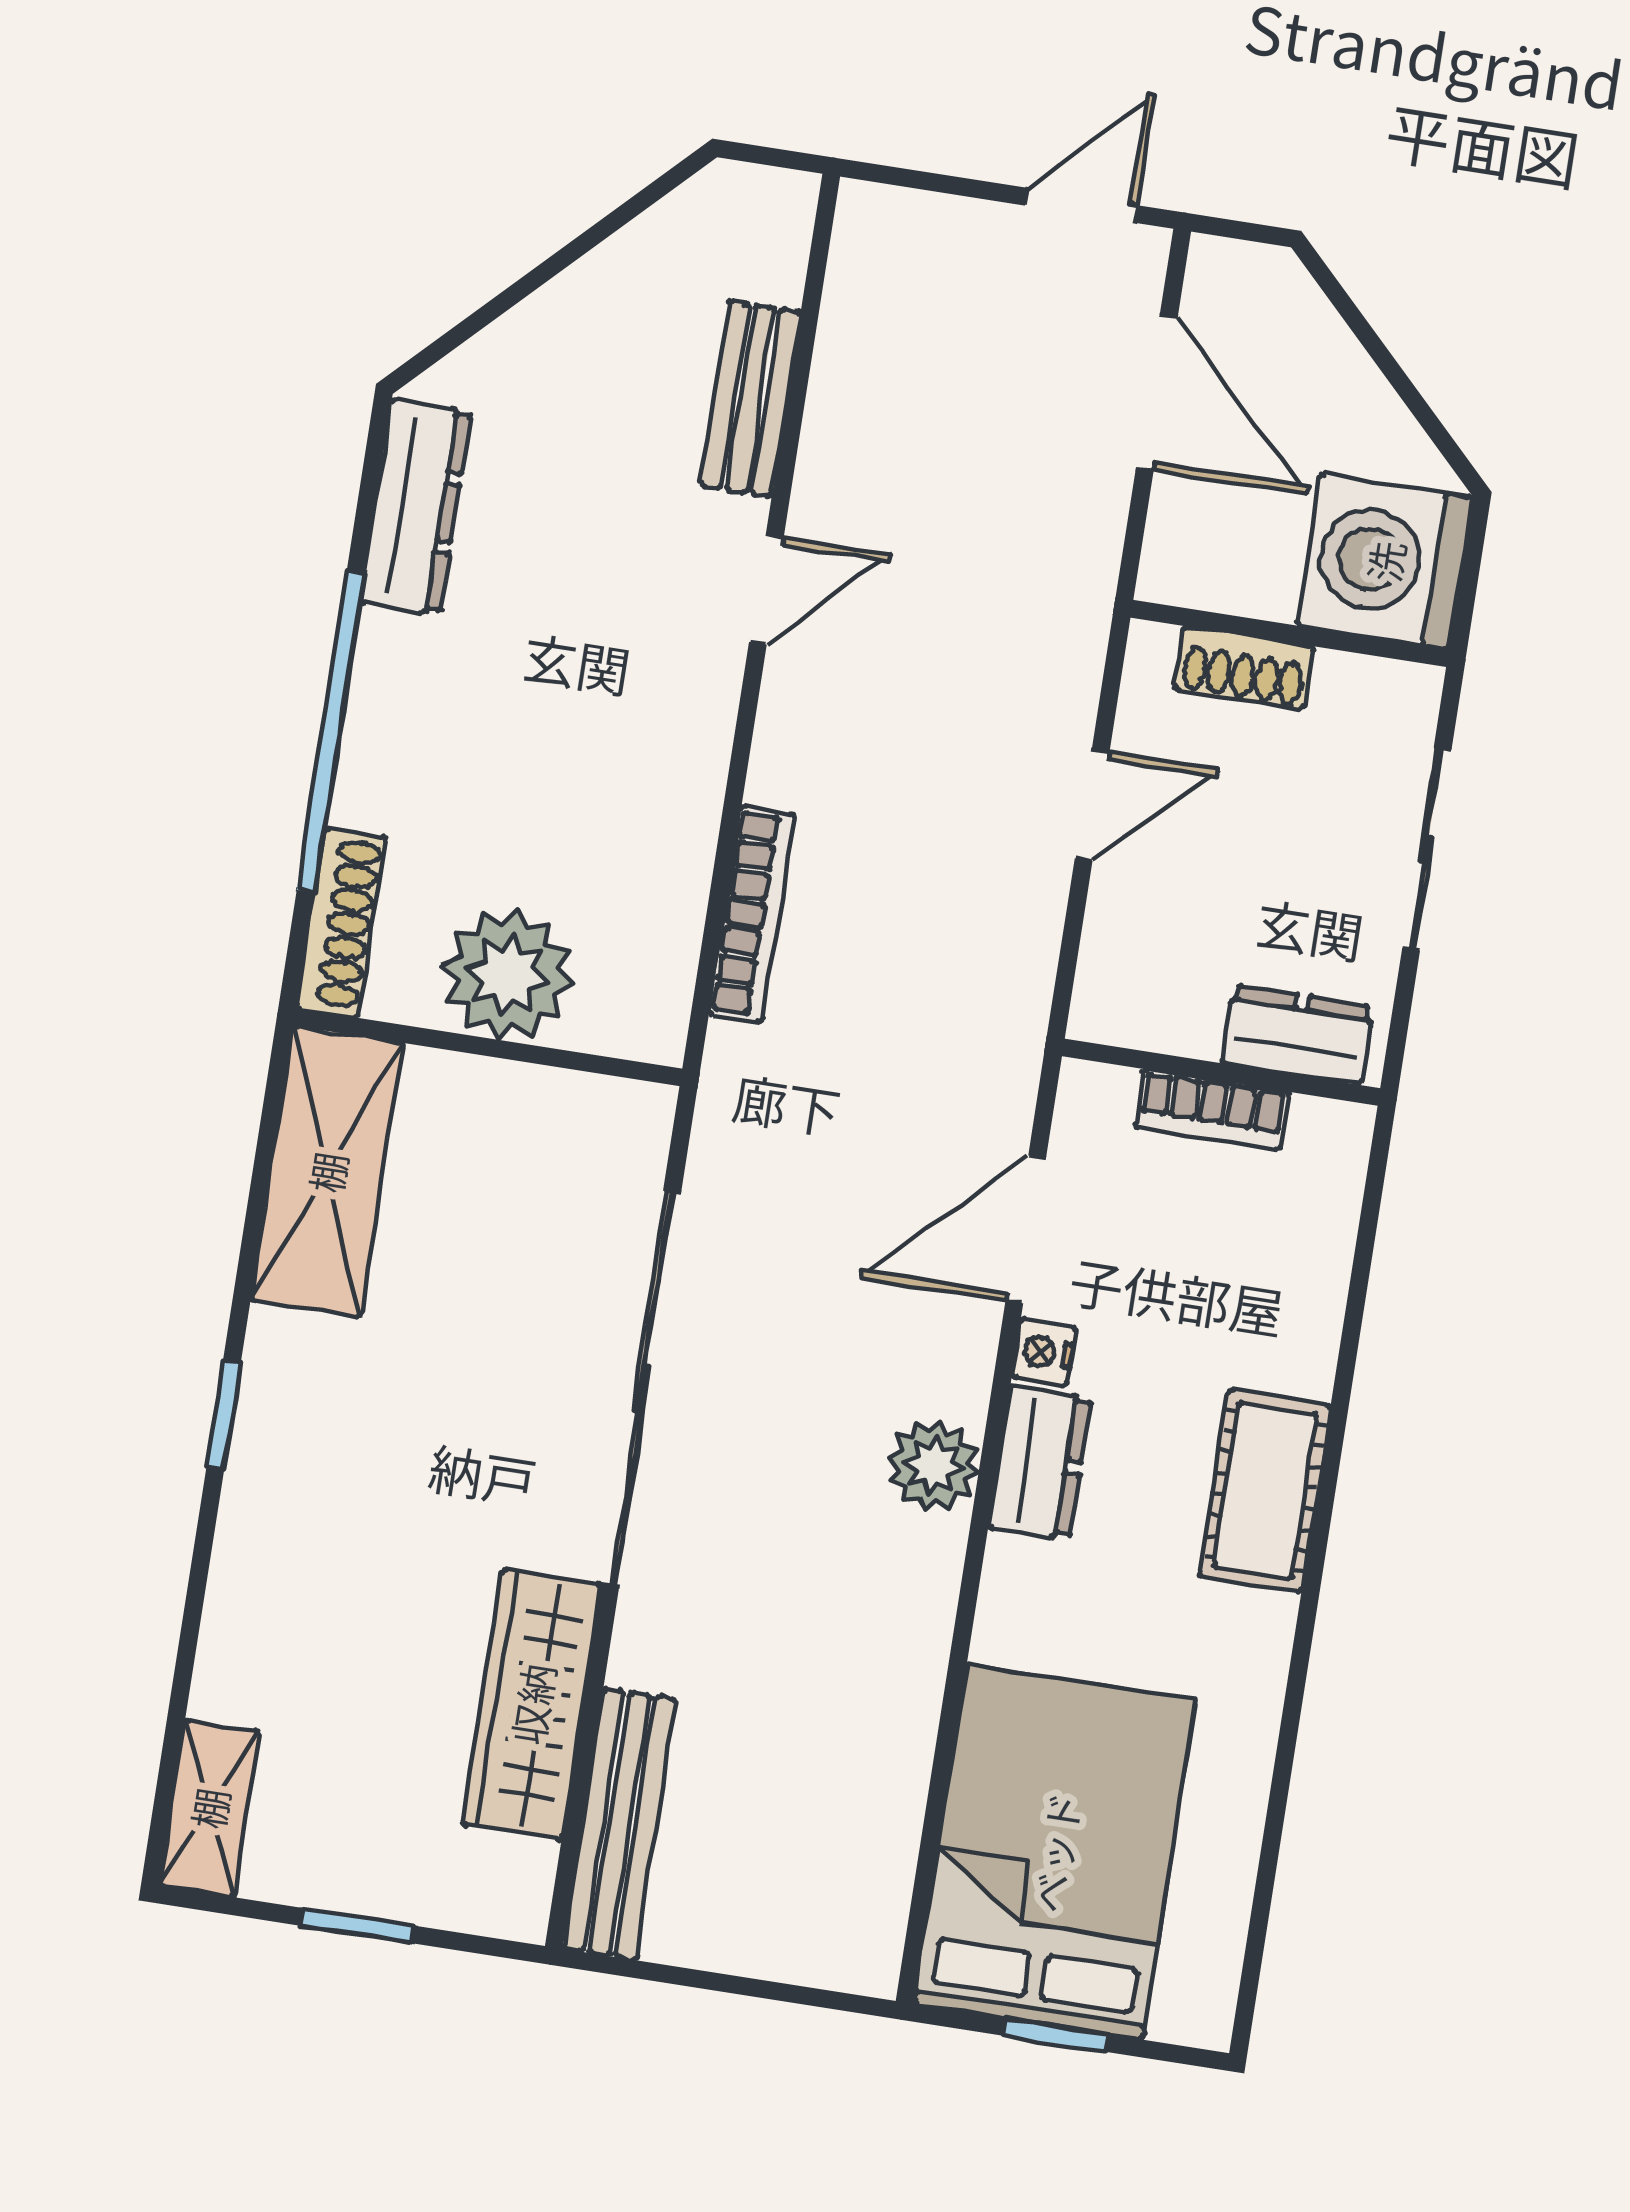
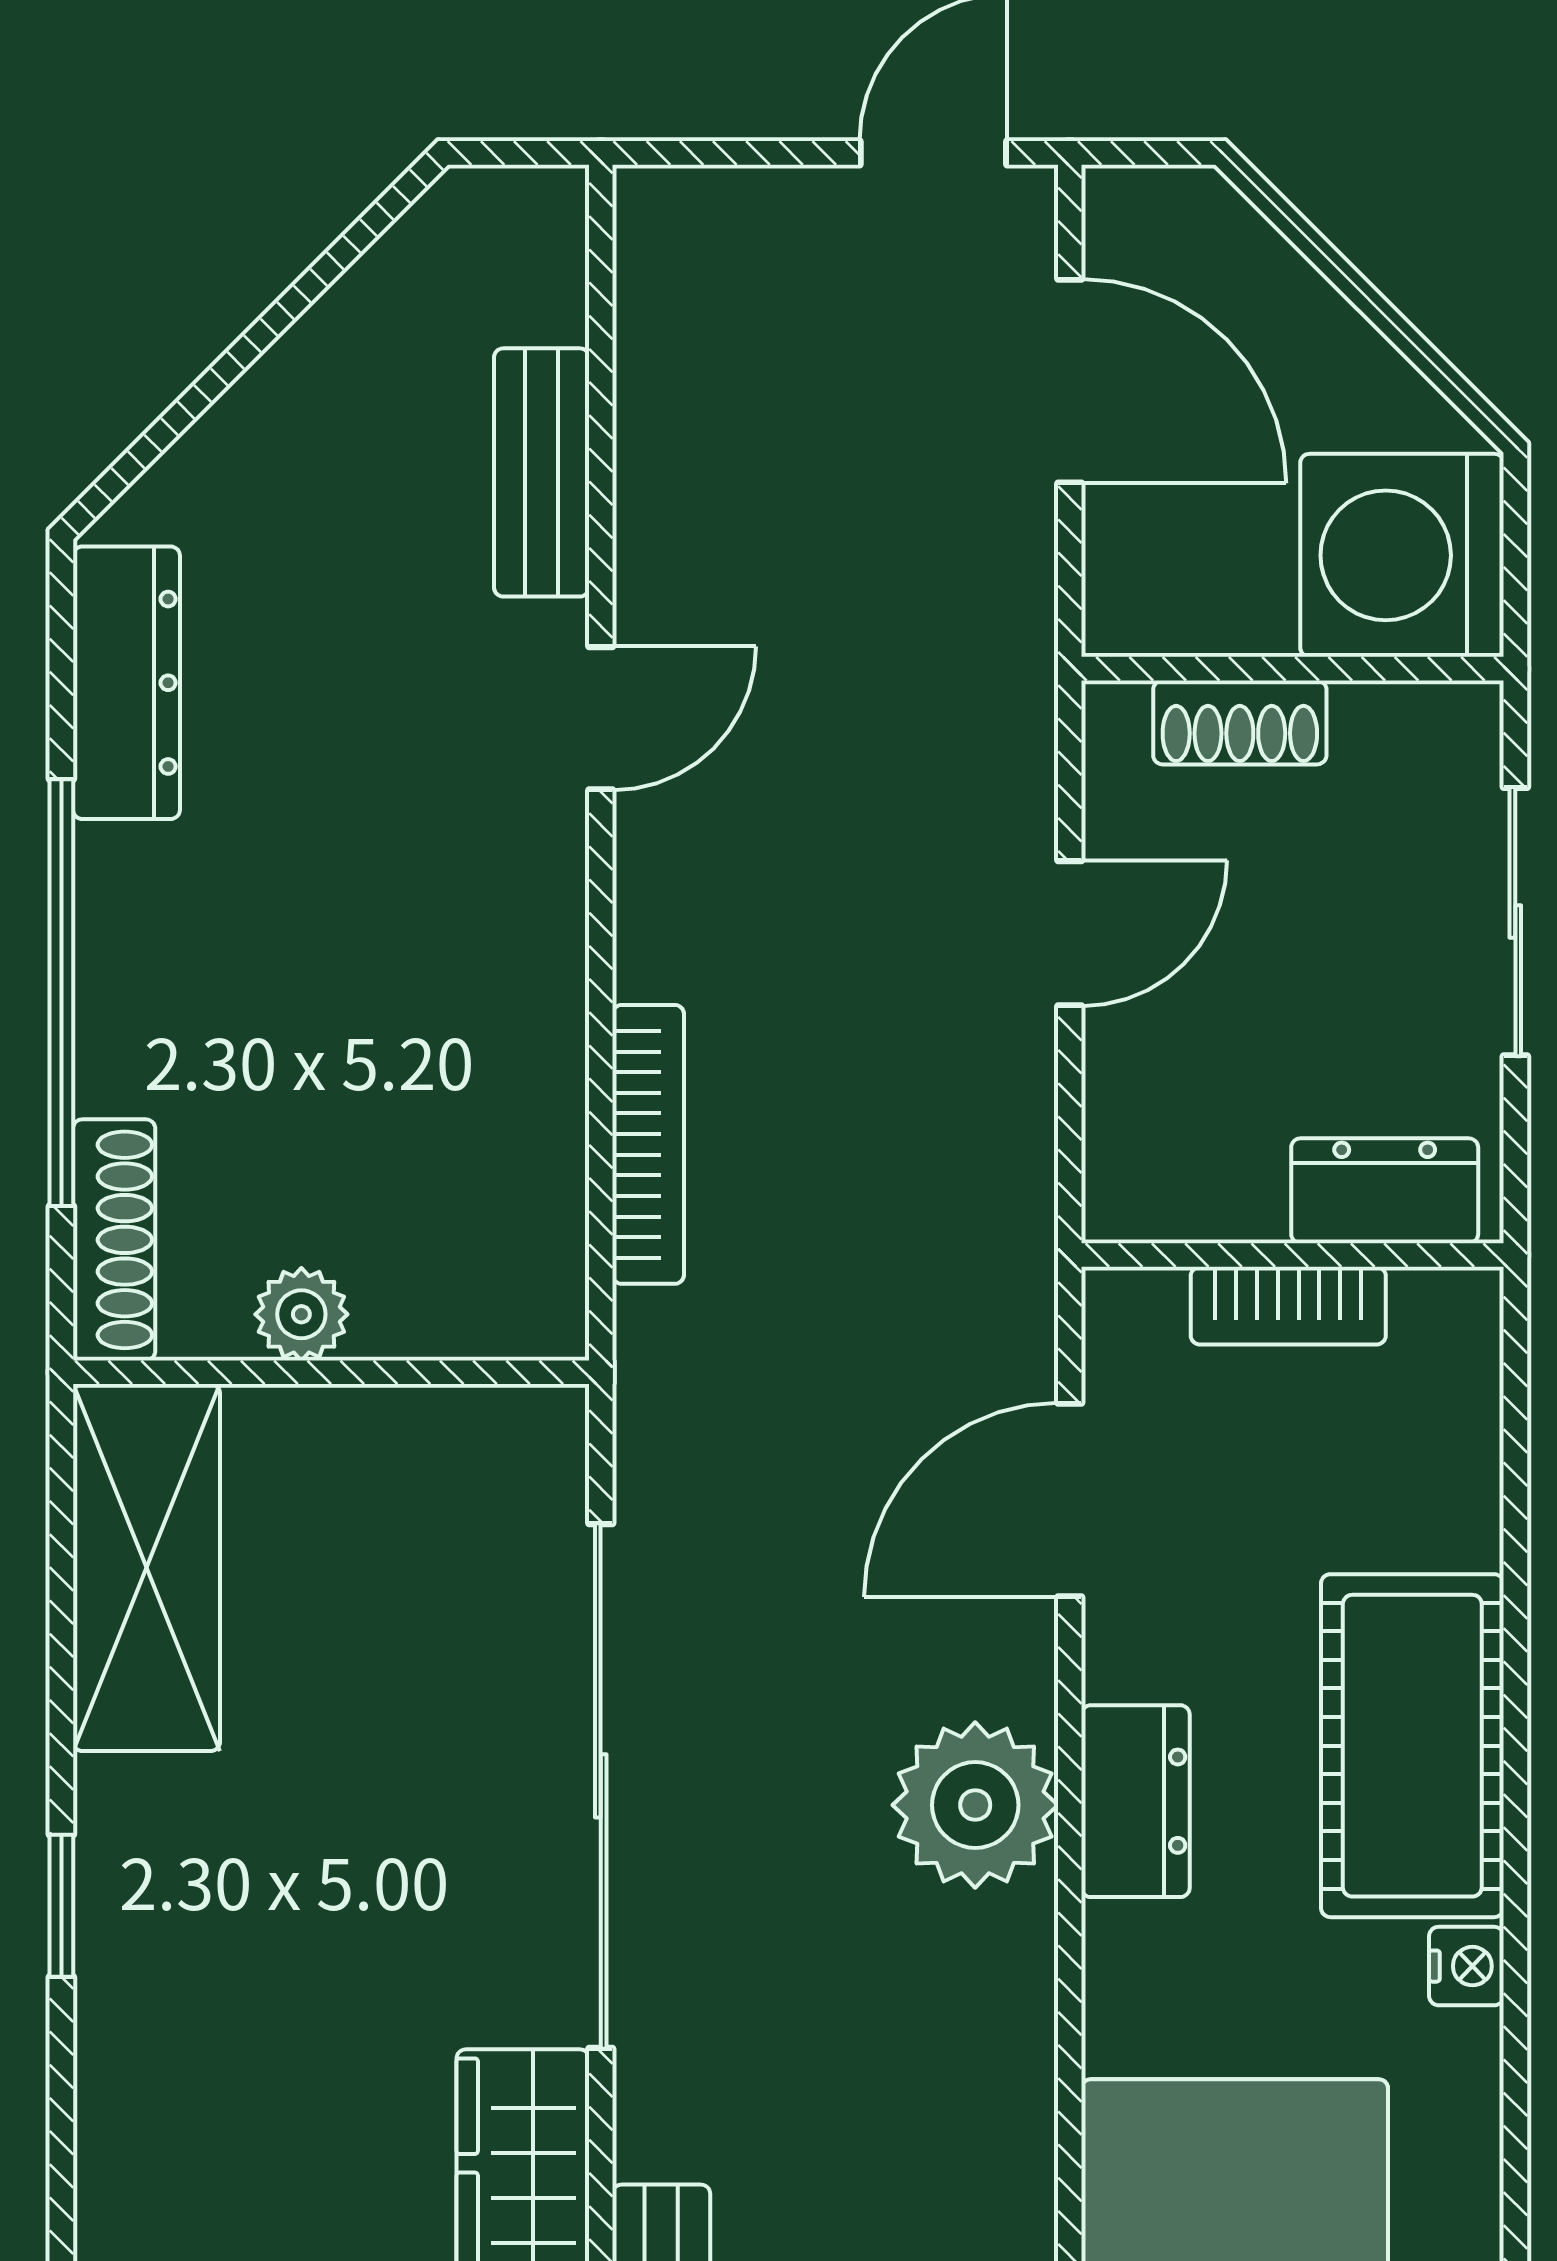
plant: (508, 975) -> (301, 1314), width x0.53, depth x0.53
nightstand: (1044, 1352) -> (1466, 1966), moved, turned 180
plant: (933, 1466) -> (975, 1805), width x1.36, depth x1.36
cot: (1265, 1491) -> (1412, 1746), width x1.37, depth x1.34

